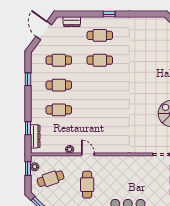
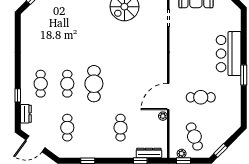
window: (109, 14) -> (18, 95), moved
cafe table: (59, 85) -> (94, 84), moved, width x1.37, depth x1.35
door: (88, 154) -> (168, 96), width x1.88

